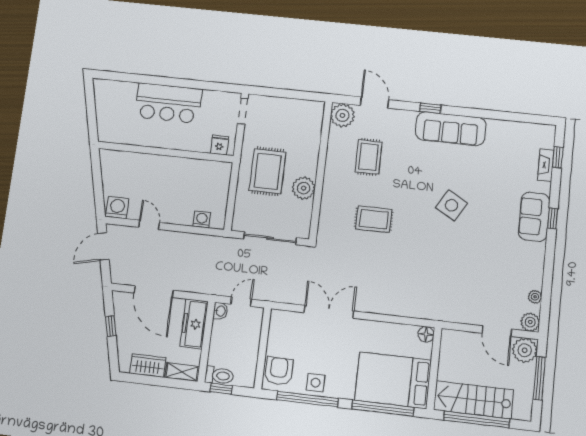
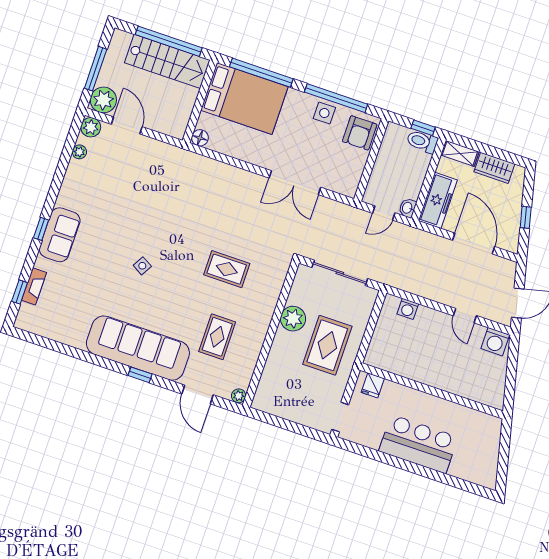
plant: (342, 115) -> (239, 396), width x0.53, depth x0.53
sofa: (451, 129) -> (138, 348), width x1.36, depth x1.27
side table: (451, 205) -> (142, 266), width x0.54, depth x0.54

